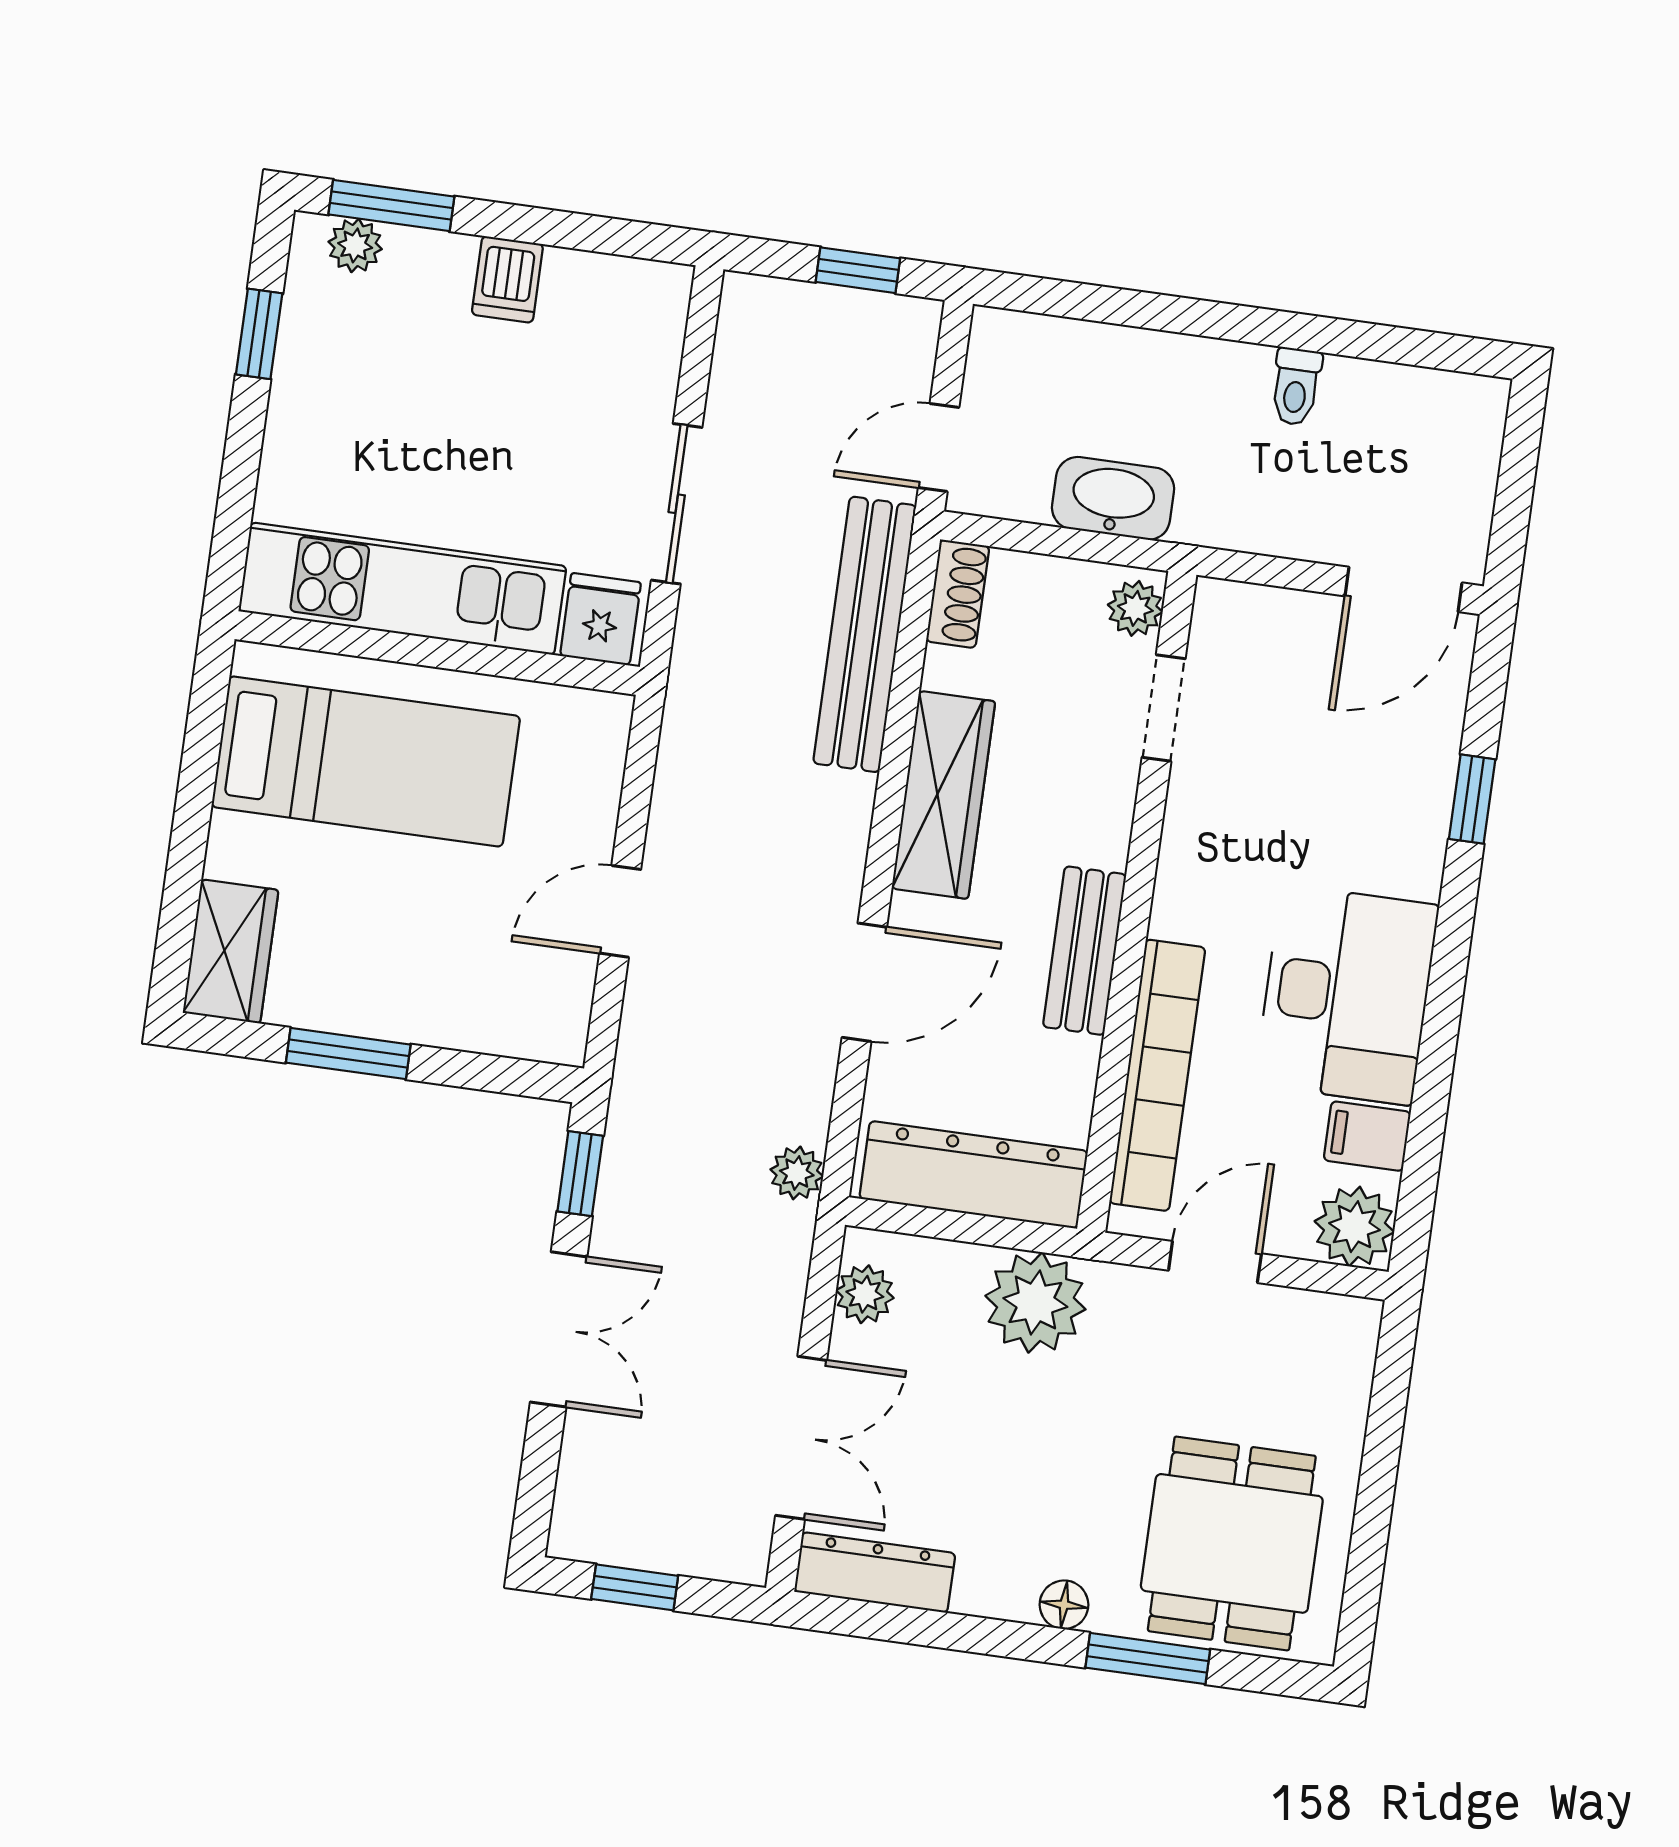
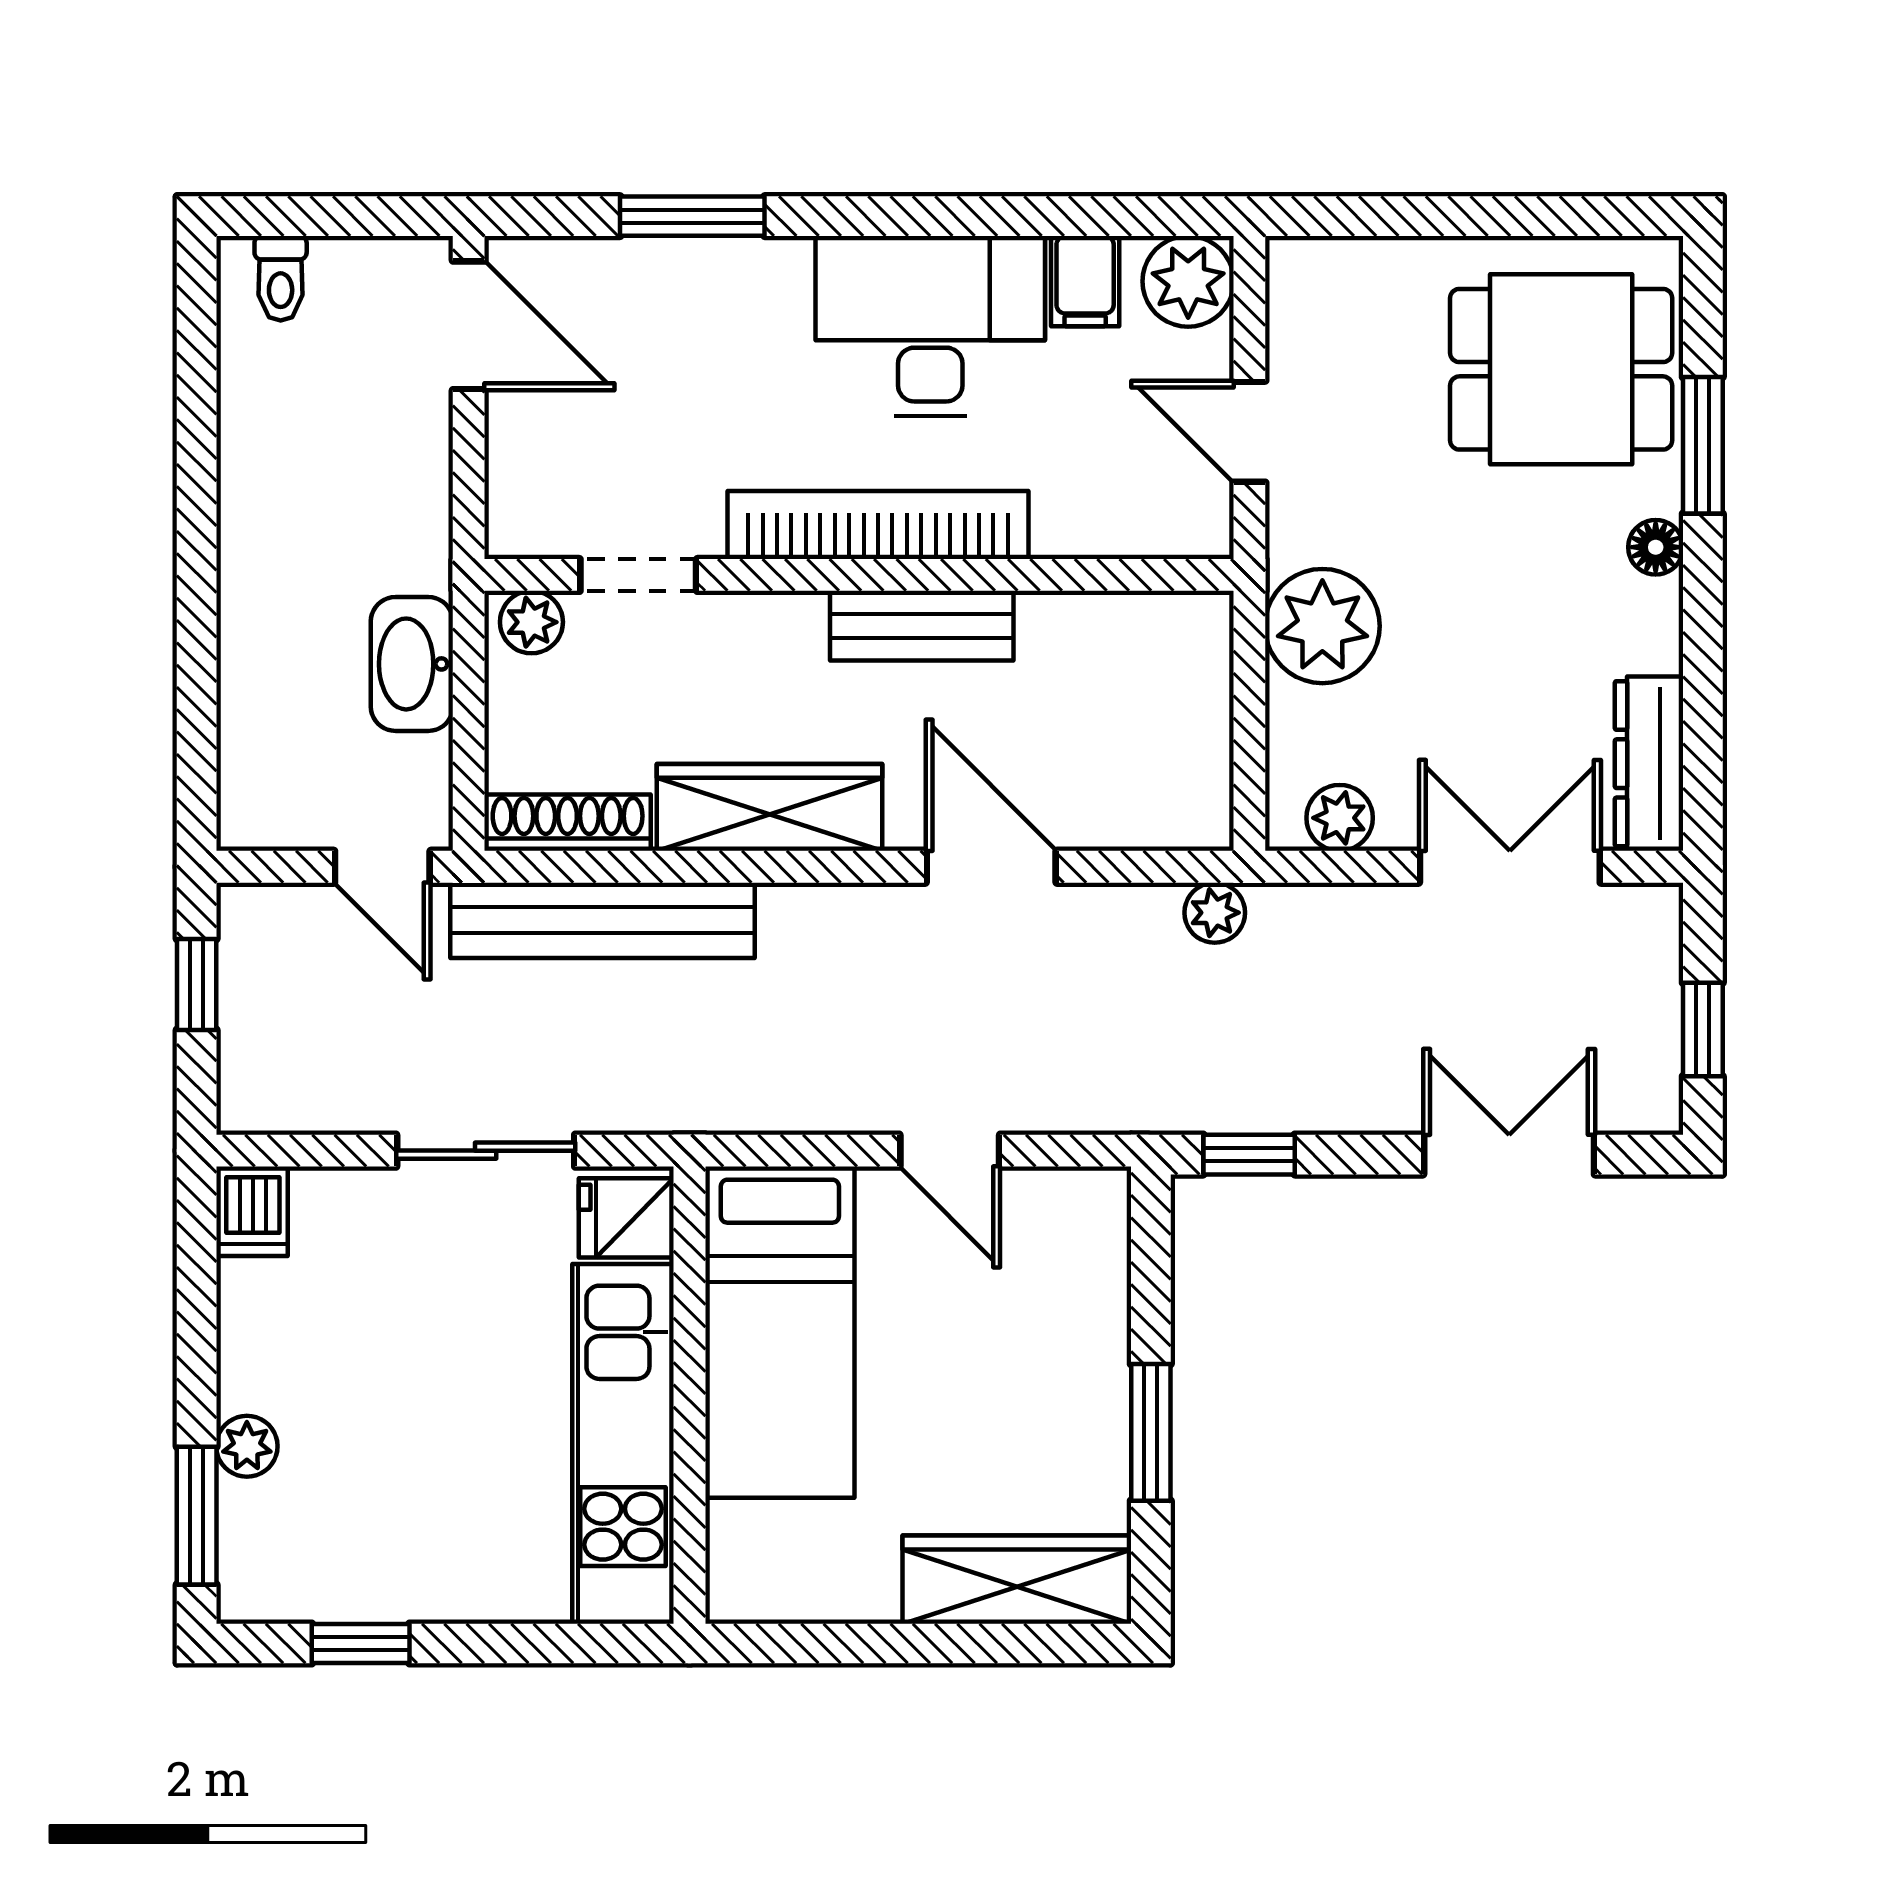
plant: (355, 245) -> (247, 1446), moved
dishwasher: (507, 279) -> (253, 1211), moved, turned 90
toilet: (1296, 387) -> (281, 278), moved, turned 90
shoe rack: (958, 594) -> (568, 823), width x1.43
bed: (366, 761) -> (780, 1332), moved, turned 180
window: (1472, 799) -> (692, 216), width x1.50
wardrobe: (231, 951) -> (1017, 1580), width x1.50
bookcase: (1157, 1075) -> (878, 525), moved
dresser: (974, 1175) -> (1189, 715), removed
double door: (559, 1329) -> (1509, 1155), moved

